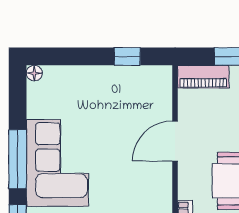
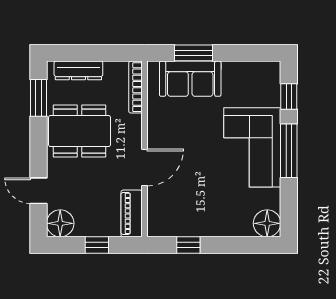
floor lamp: (34, 73) -> (267, 223), width x1.89, depth x1.89
piano: (203, 77) -> (132, 213), moved, turned -90

